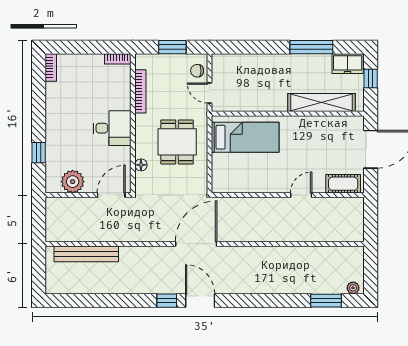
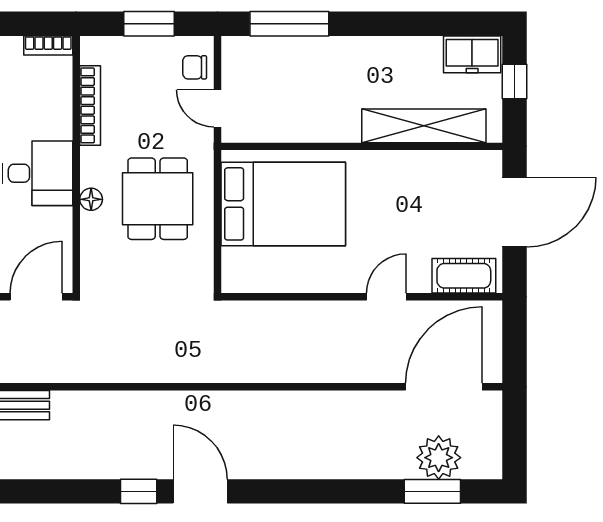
window: (311, 47) -> (289, 24), moved
bed: (245, 137) -> (283, 204), width x1.50
floor lamp: (141, 165) -> (91, 199), moved
door: (196, 244) -> (444, 387), moved
plant: (353, 288) -> (439, 458), moved, width x1.88, depth x1.88

